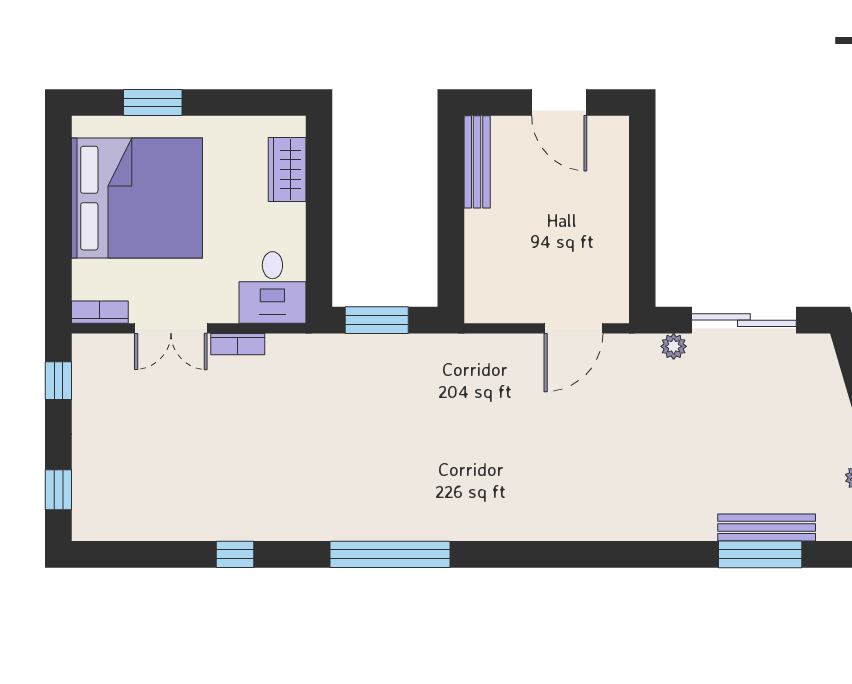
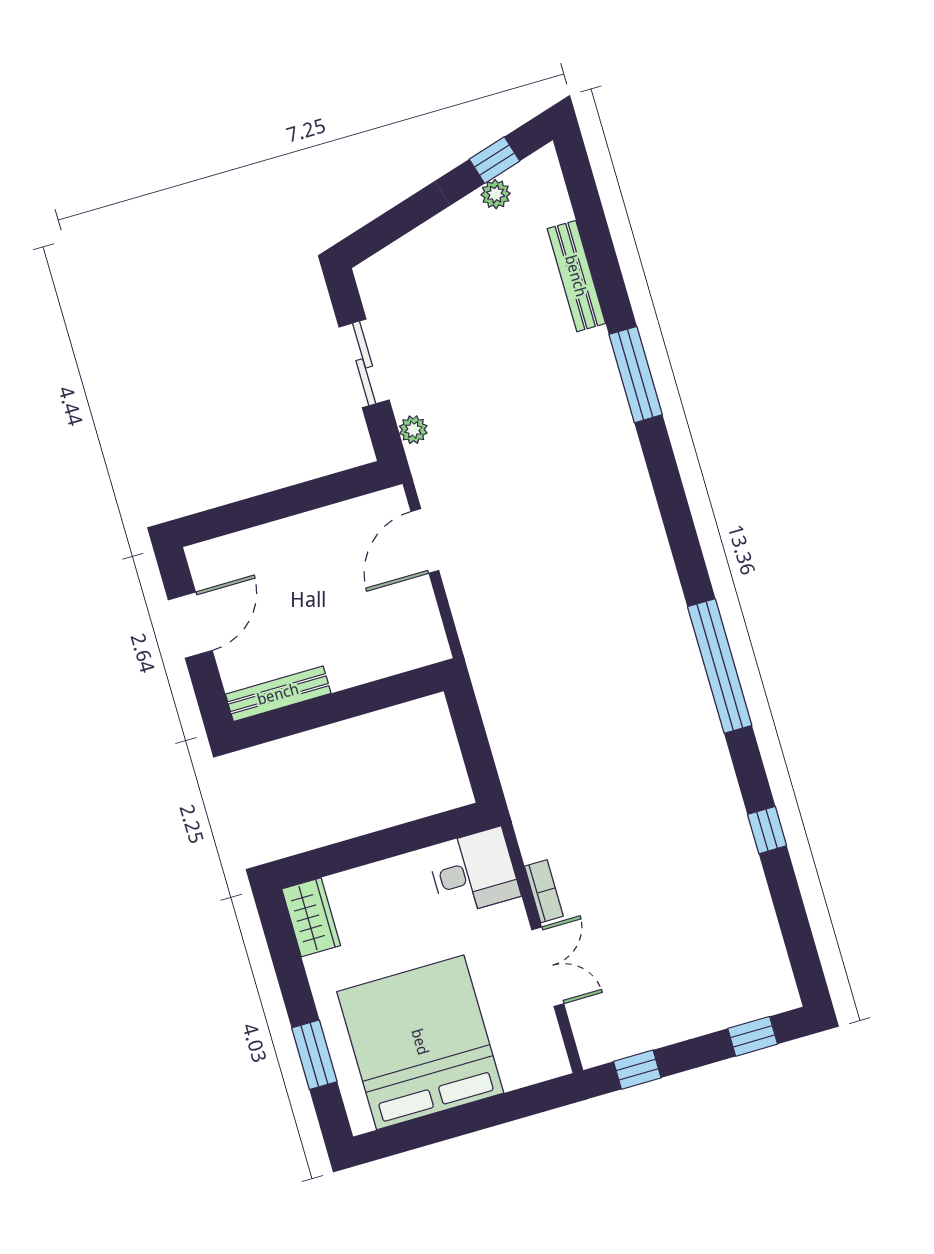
wardrobe: (287, 170) -> (311, 917), moved, turned -90
bookcase: (100, 312) -> (552, 1047), removed
window: (377, 320) -> (476, 752), removed
sliding door: (744, 320) -> (364, 363), width x0.73
door: (574, 328) -> (425, 541), swing flipped
window: (760, 554) -> (636, 375), moved

